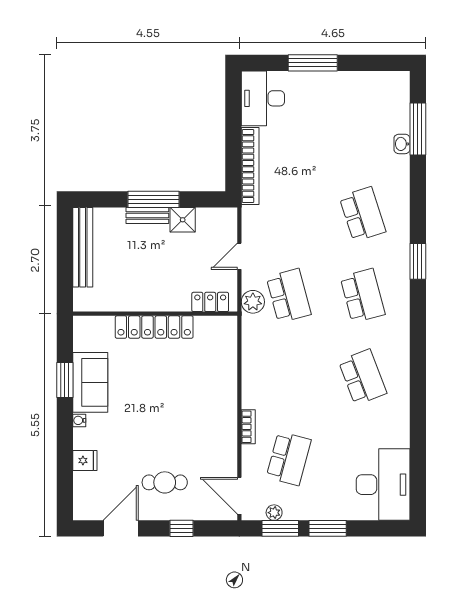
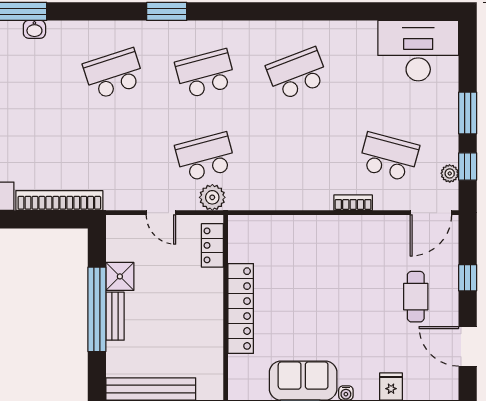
window: (153, 199) -> (97, 309), width x1.46
window: (280, 528) -> (468, 166), width x0.67

